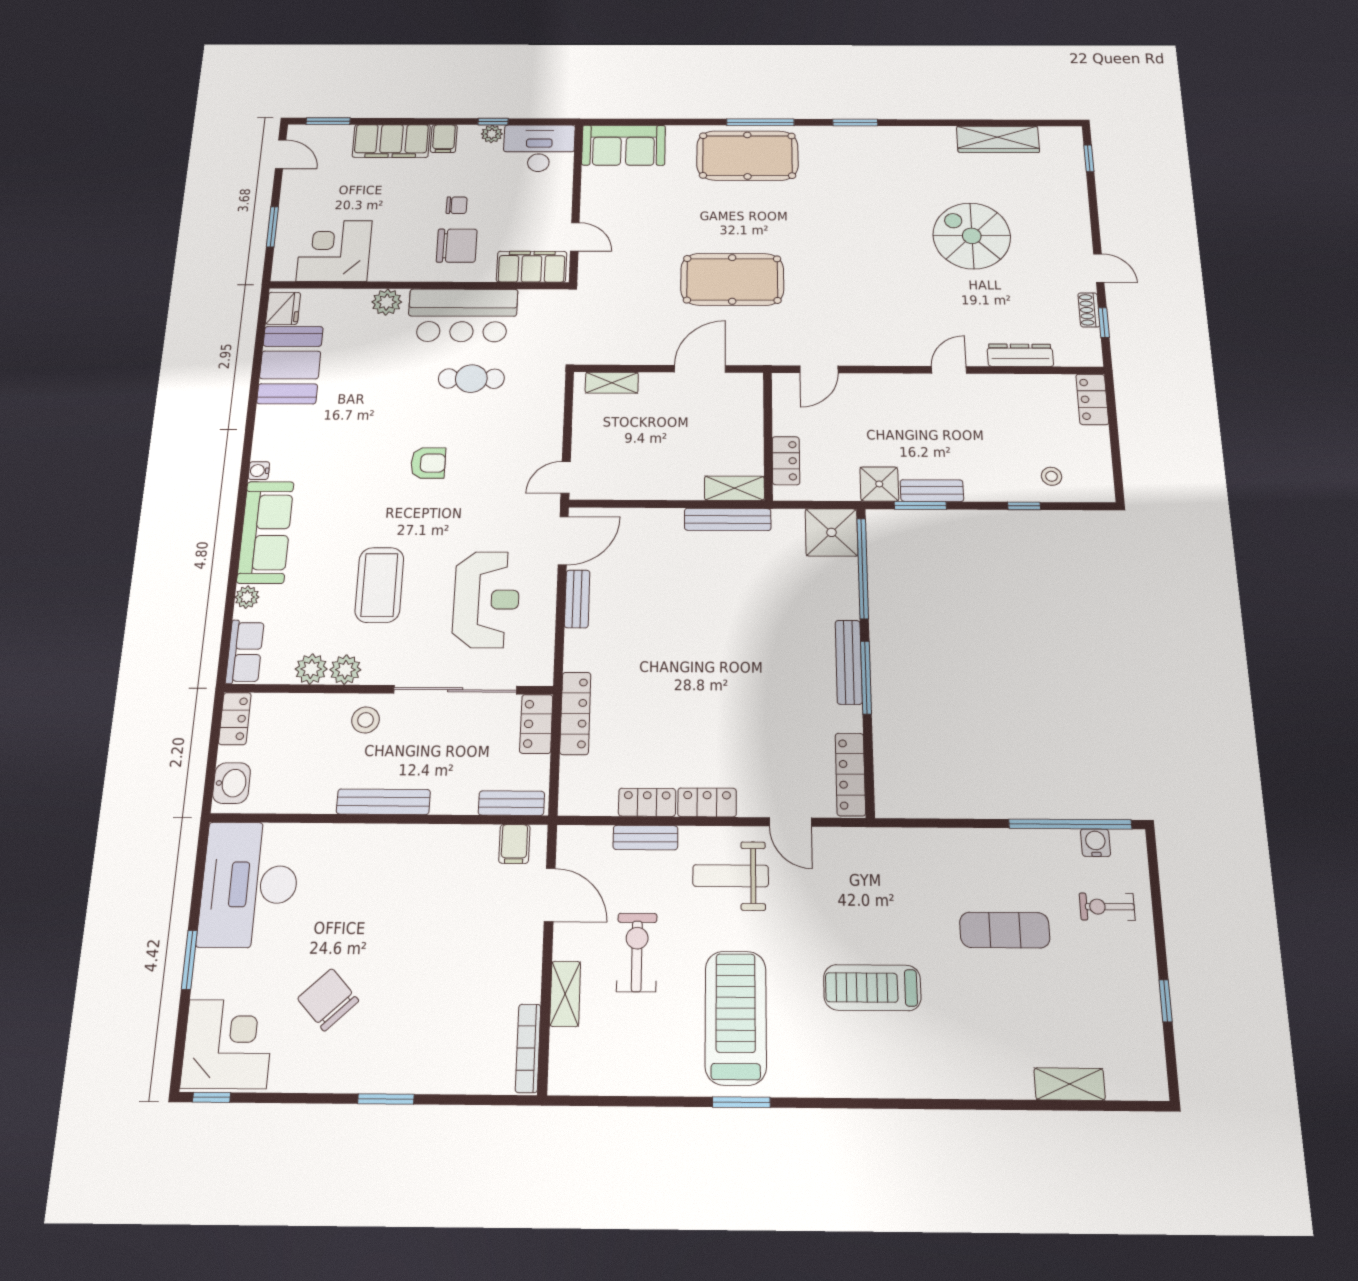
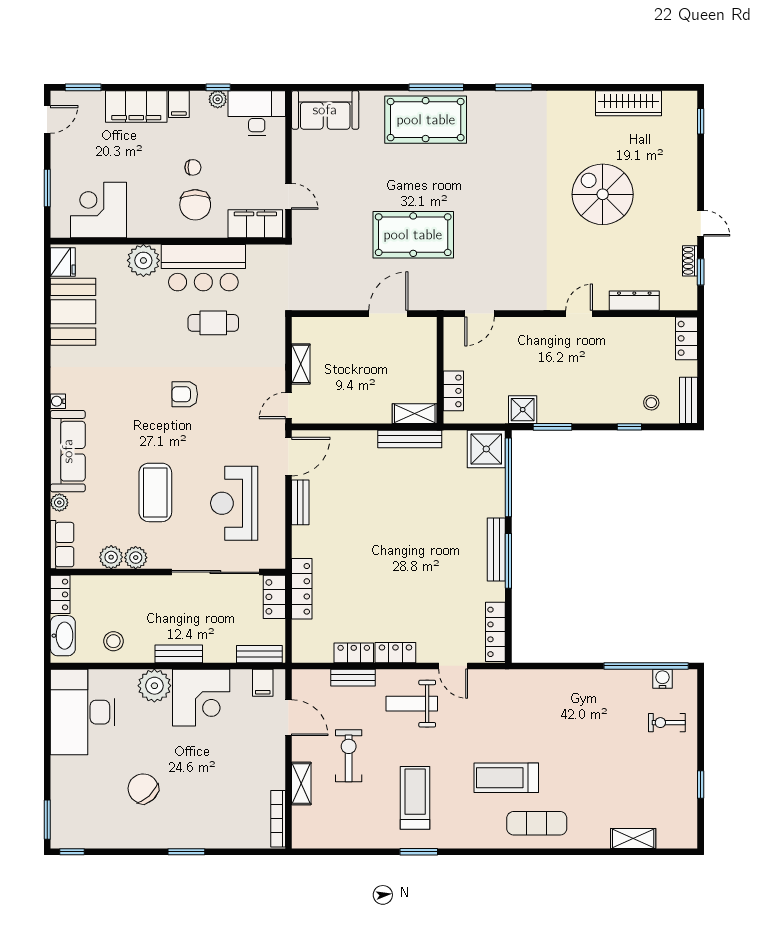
door: (281, 154) -> (47, 119), hinge flipped
chair: (457, 246) -> (195, 205), turned 90
plant: (387, 302) -> (143, 260), width x1.36, depth x1.36
shelving: (612, 383) -> (301, 364), moved, turned 90
armchair: (428, 463) -> (185, 394), turned 180
bench: (932, 491) -> (689, 400), moved, turned 90
reception desk: (486, 599) -> (234, 503), turned 180
stool: (366, 720) -> (113, 641), moved
washbasin: (232, 783) -> (63, 636), width x1.38
bench: (383, 802) -> (179, 654), width x0.73
plant: (357, 847) -> (154, 686), added
exercise mat: (1005, 930) -> (537, 823), moved
window: (189, 960) -> (47, 820), moved
treadmill: (736, 1018) -> (415, 798), width x0.73, depth x0.73
corner desk: (228, 1044) -> (201, 698), moved, turned 90

